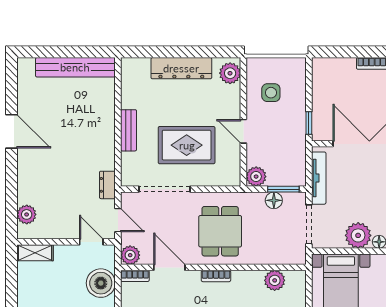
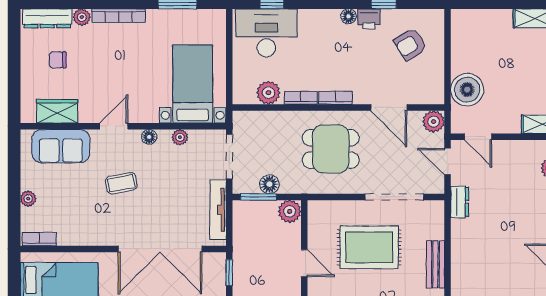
dining table: (220, 231) -> (331, 149), turned 90
plant: (358, 235) -> (180, 137), width x0.53, depth x0.53
bookcase: (135, 276) -> (301, 98), moved

